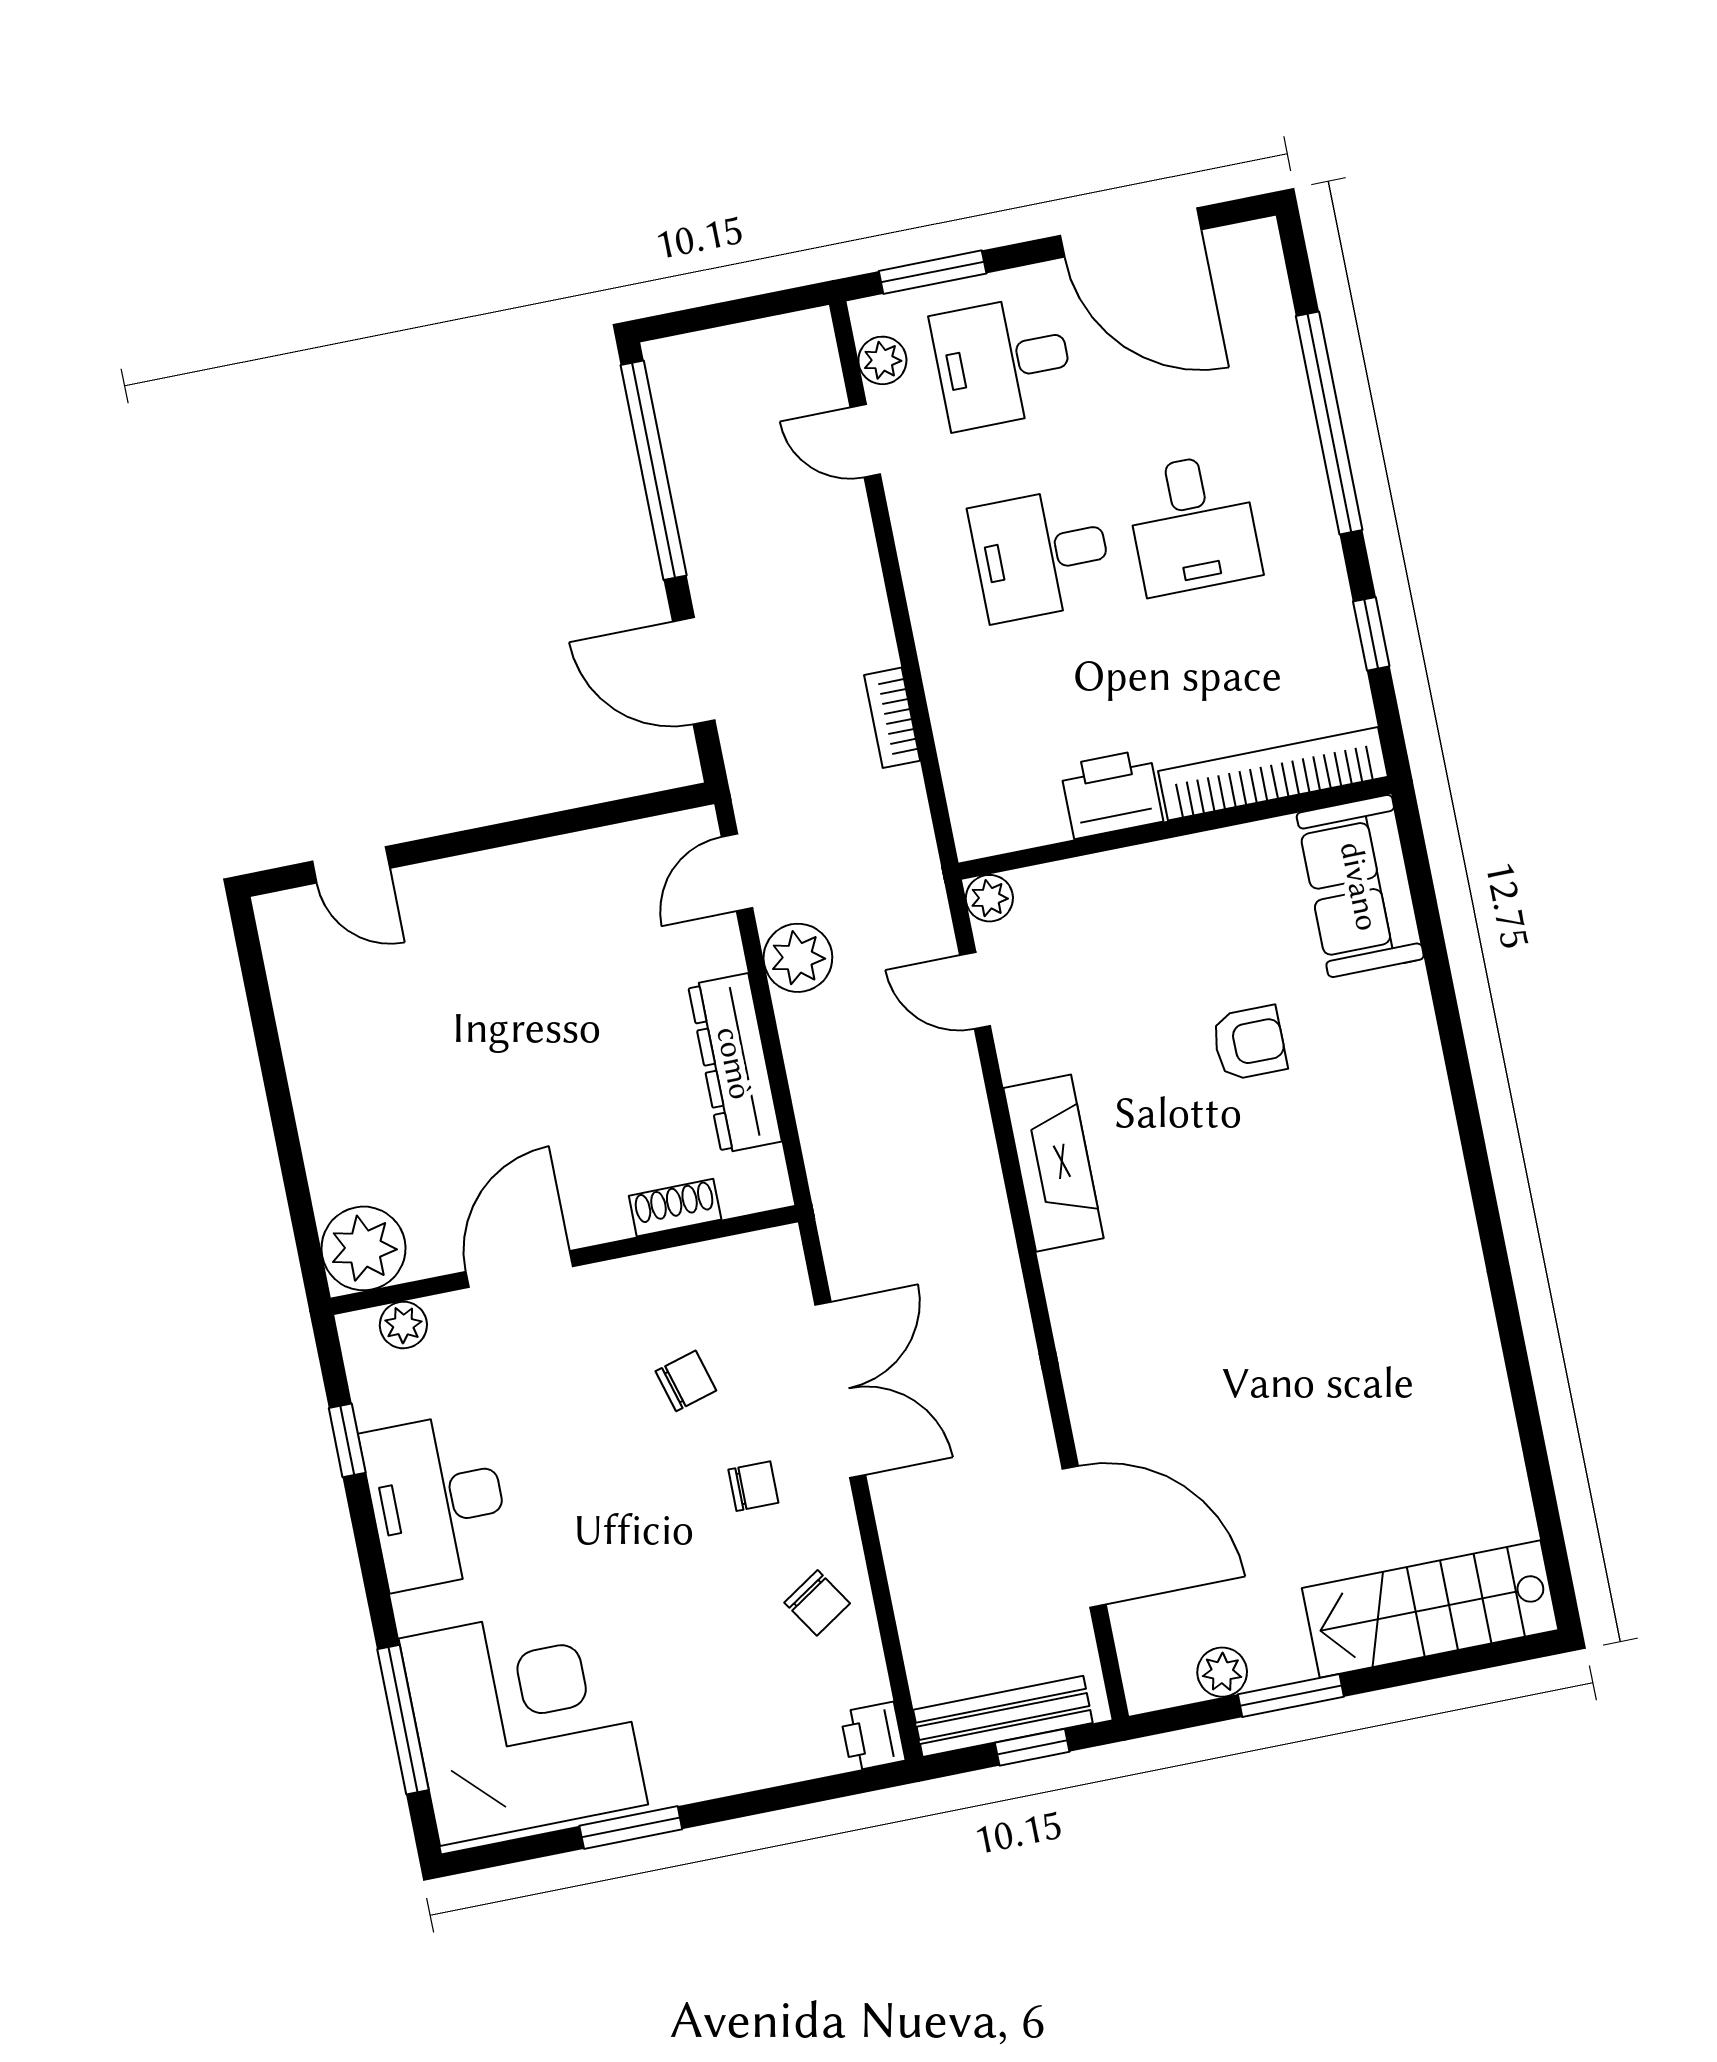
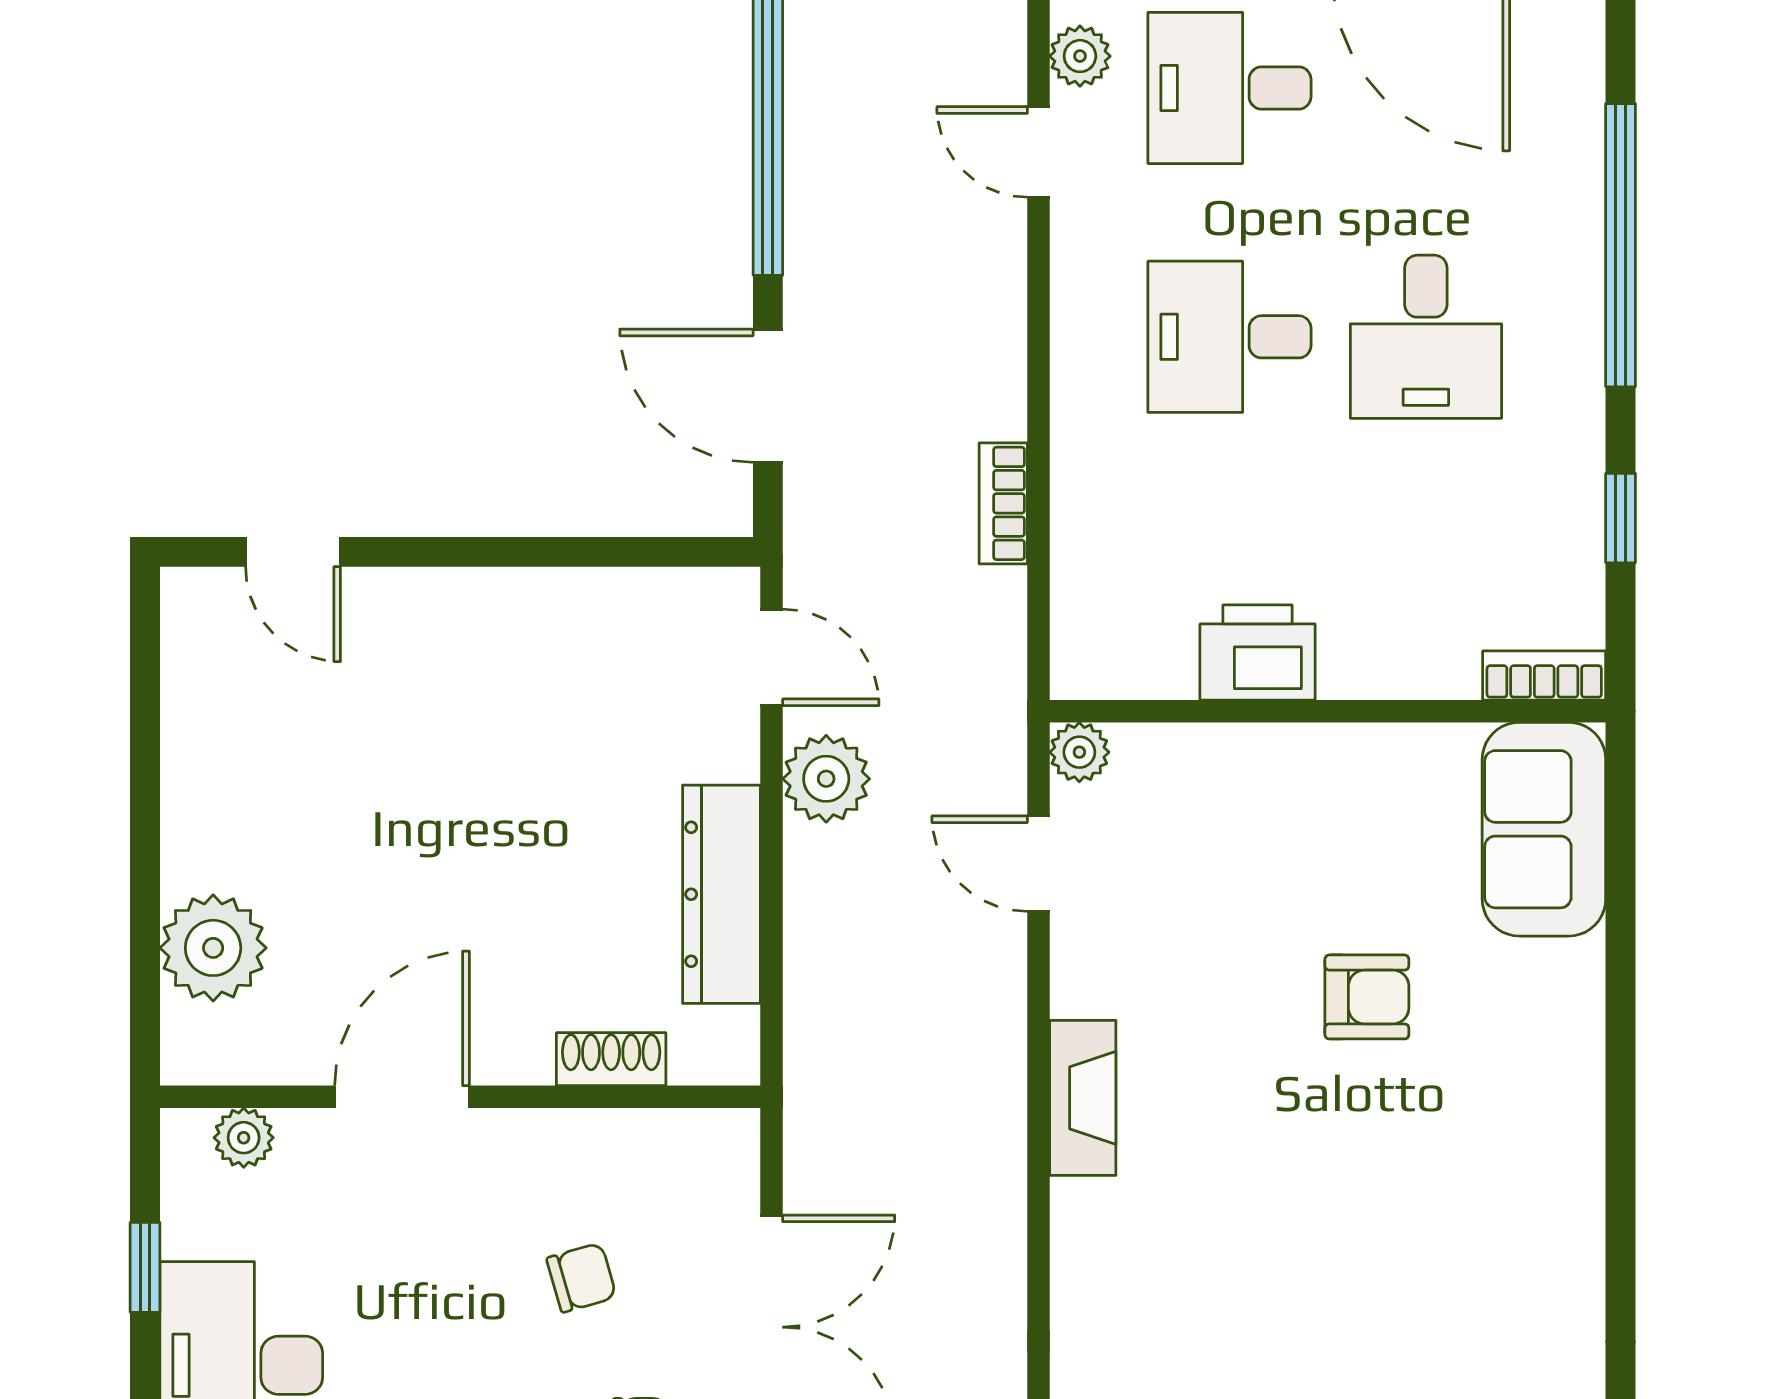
bookcase: (1273, 774) -> (1544, 676), width x0.43, depth x0.76
door: (737, 873) -> (772, 657), swing flipped
fireplace: (1054, 1163) -> (1083, 1098), width x0.73, depth x0.76
plant: (364, 1248) -> (213, 948), moved

